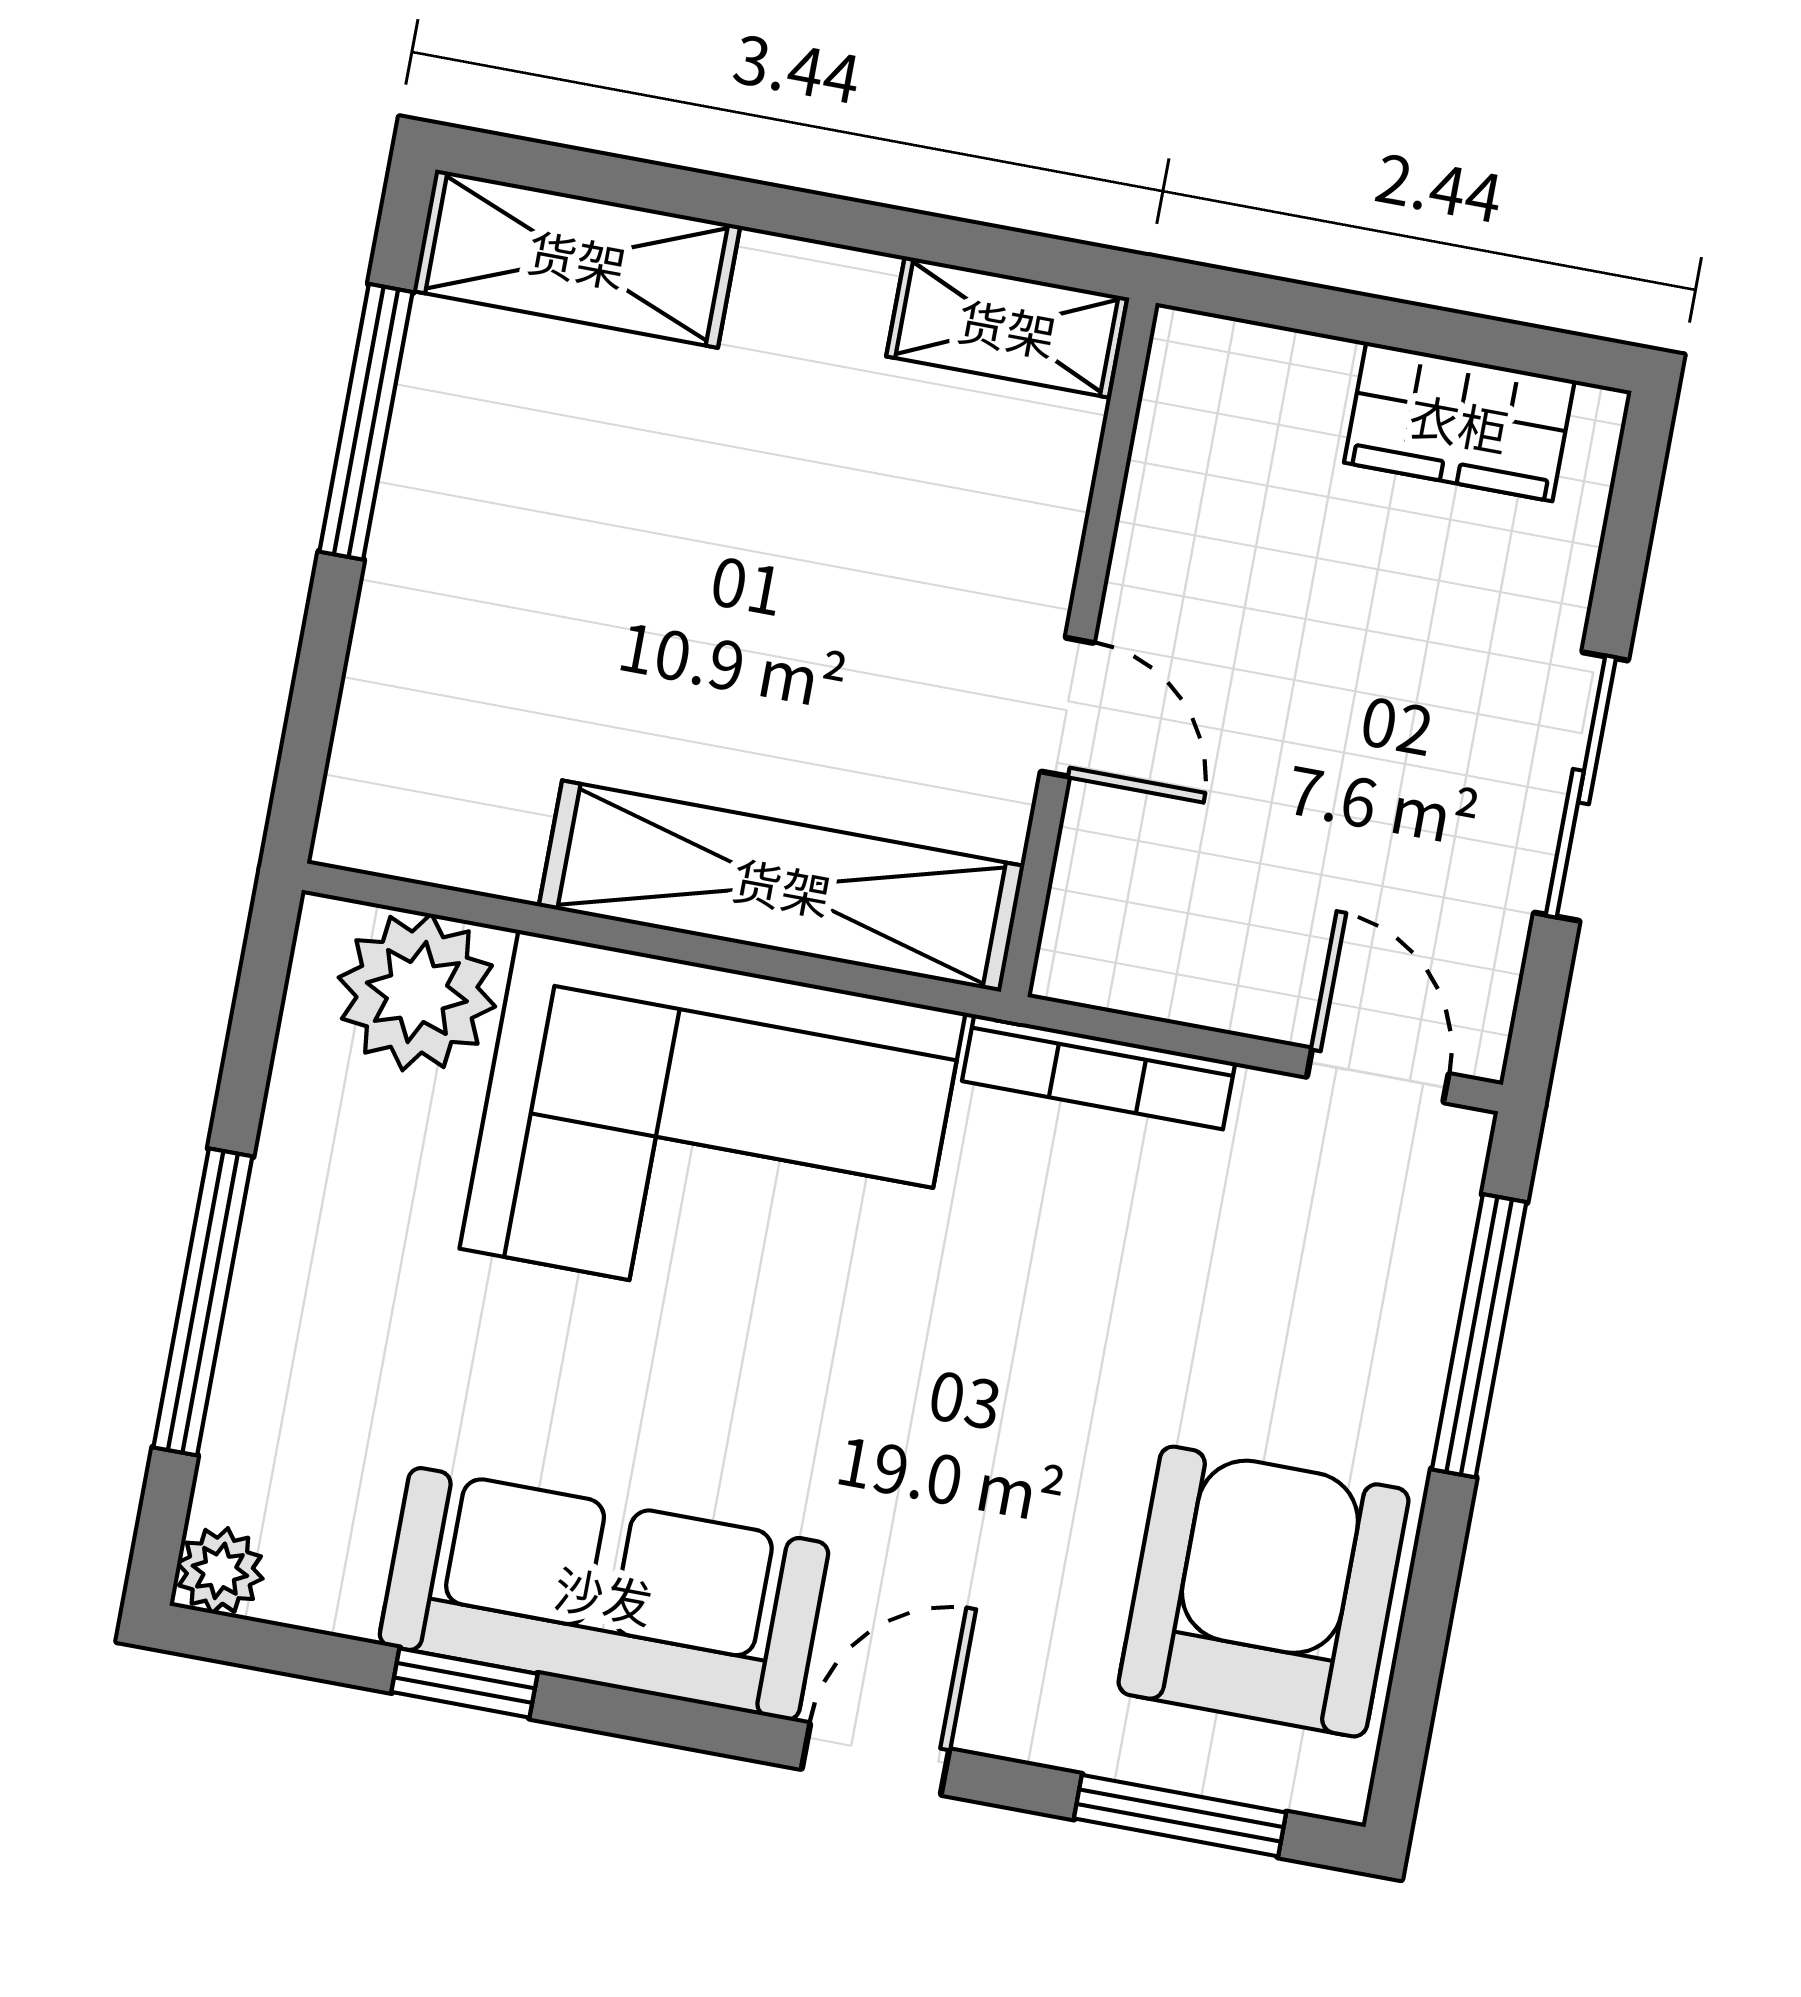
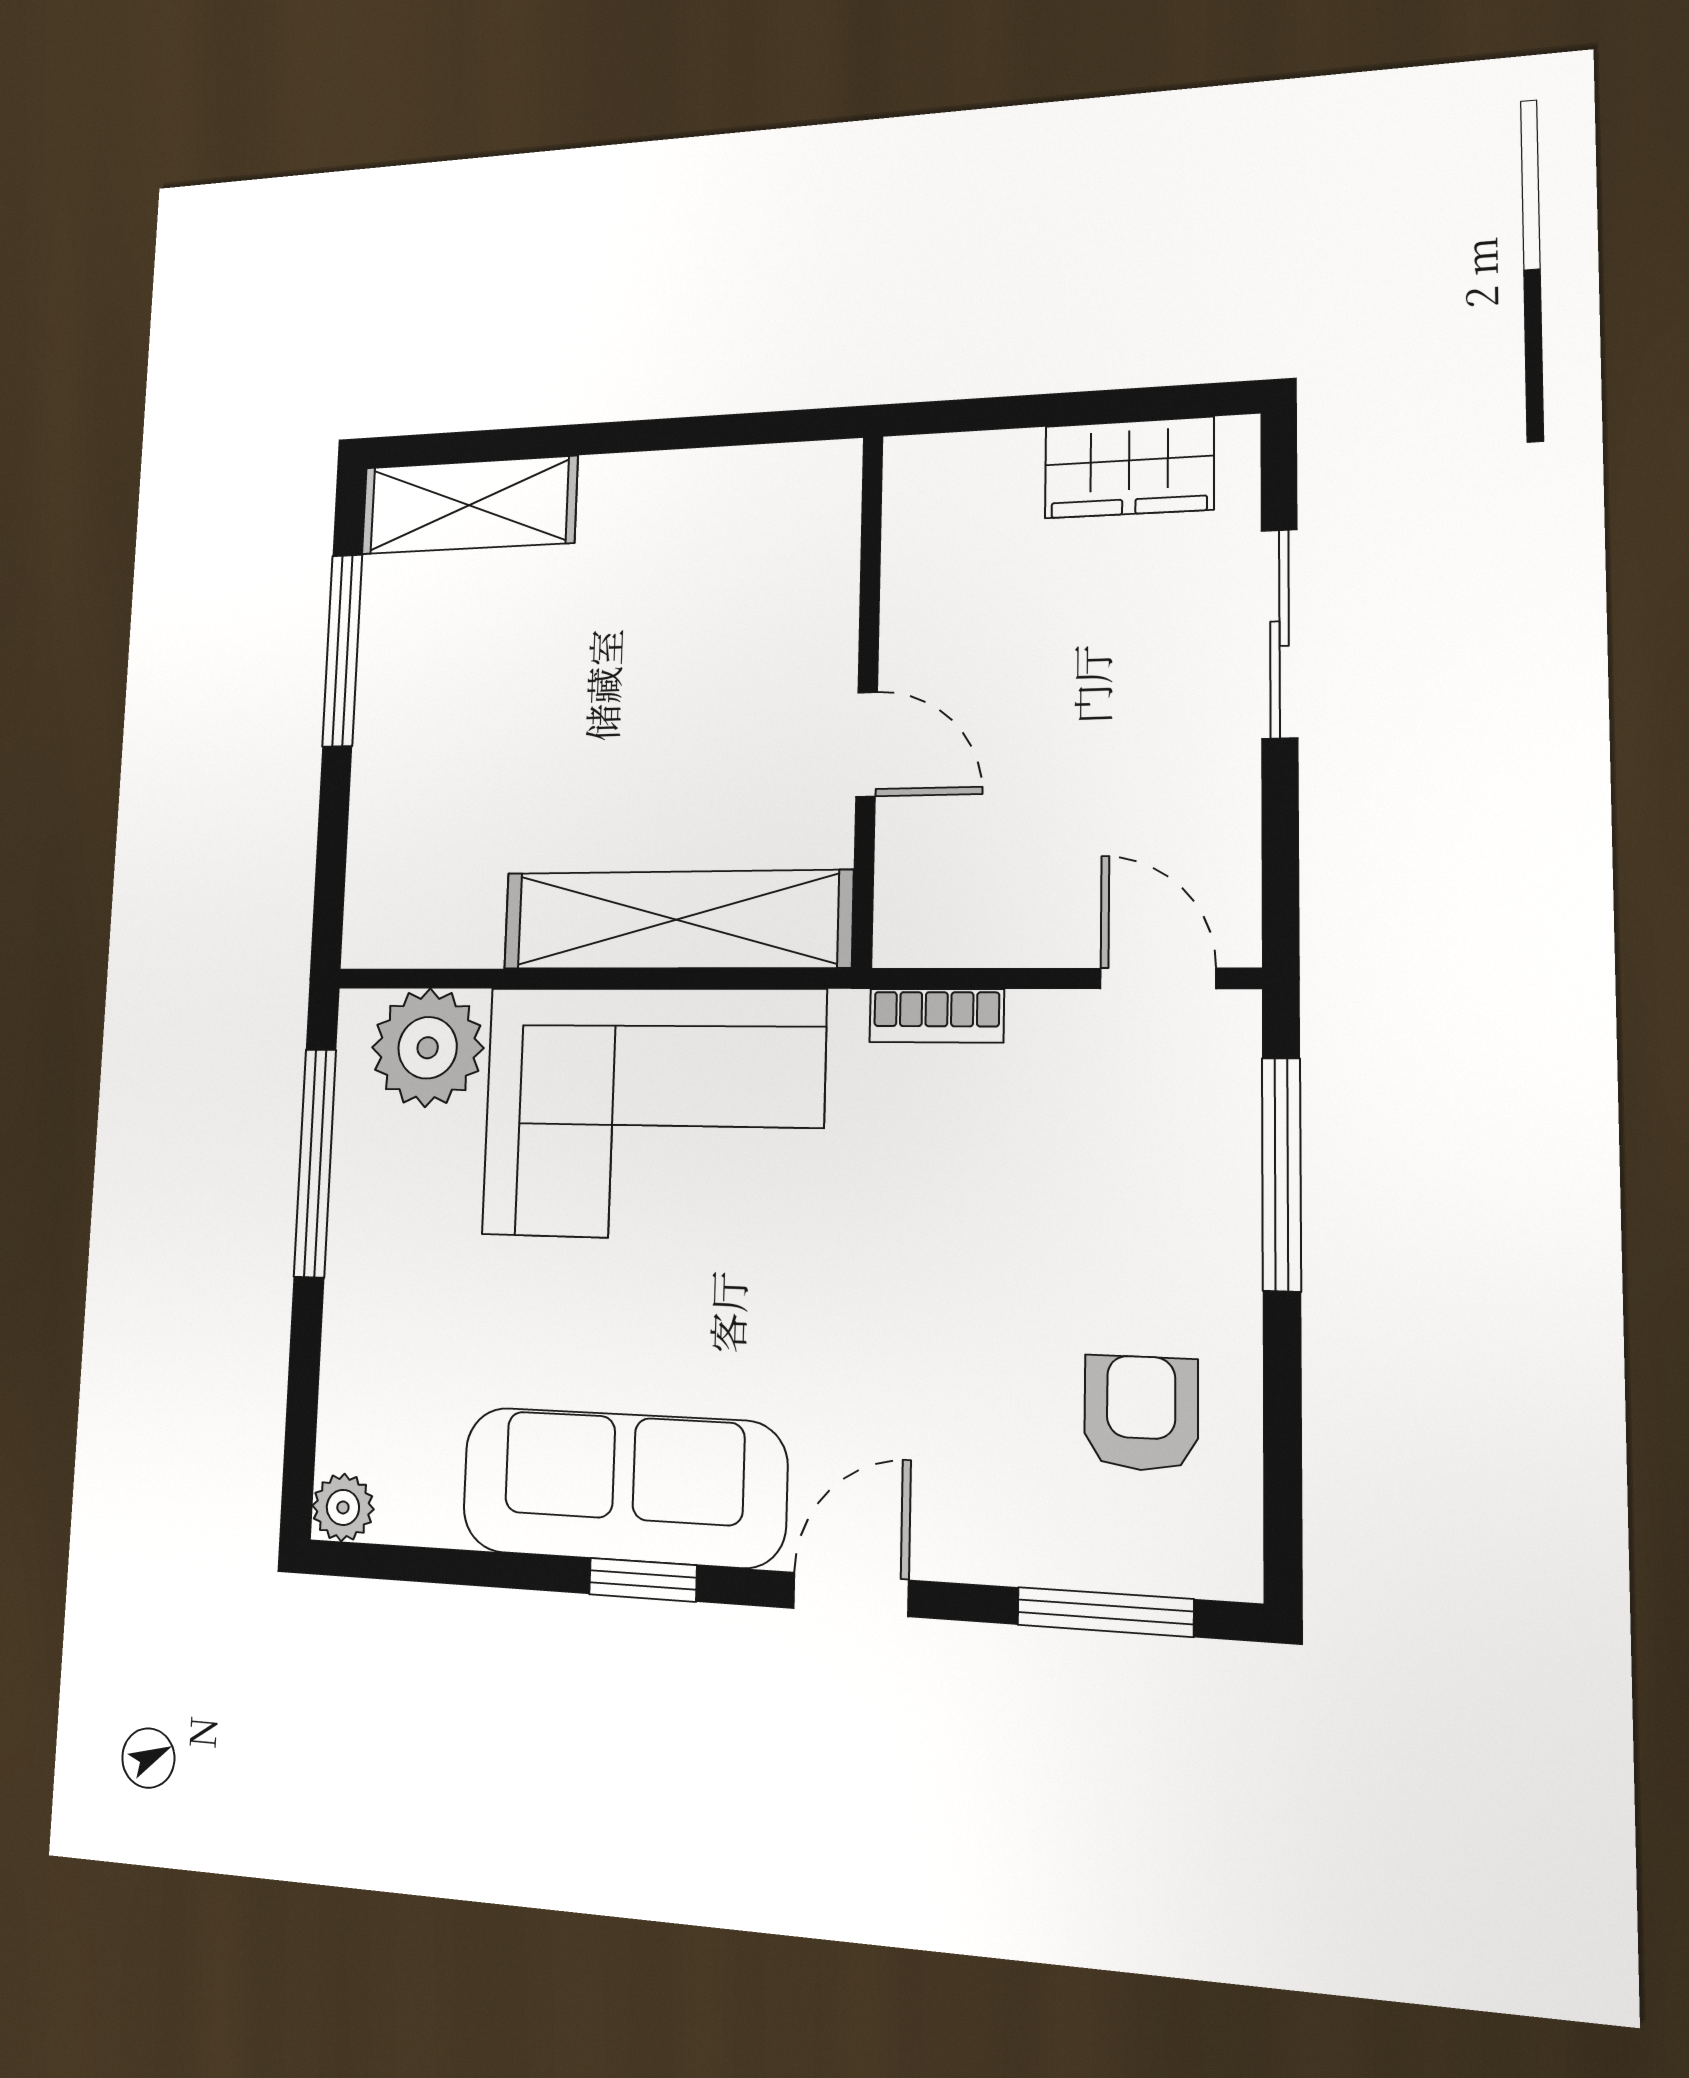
shelving: (1007, 327) -> (777, 480), removed
sliding door: (1581, 787) -> (1279, 634), moved
bookcase: (1099, 1072) -> (936, 1016), width x0.64
window: (203, 1302) -> (315, 1163), moved
armchair: (1264, 1592) -> (1141, 1413), width x0.53, depth x0.53
window: (464, 1683) -> (643, 1580), moved

